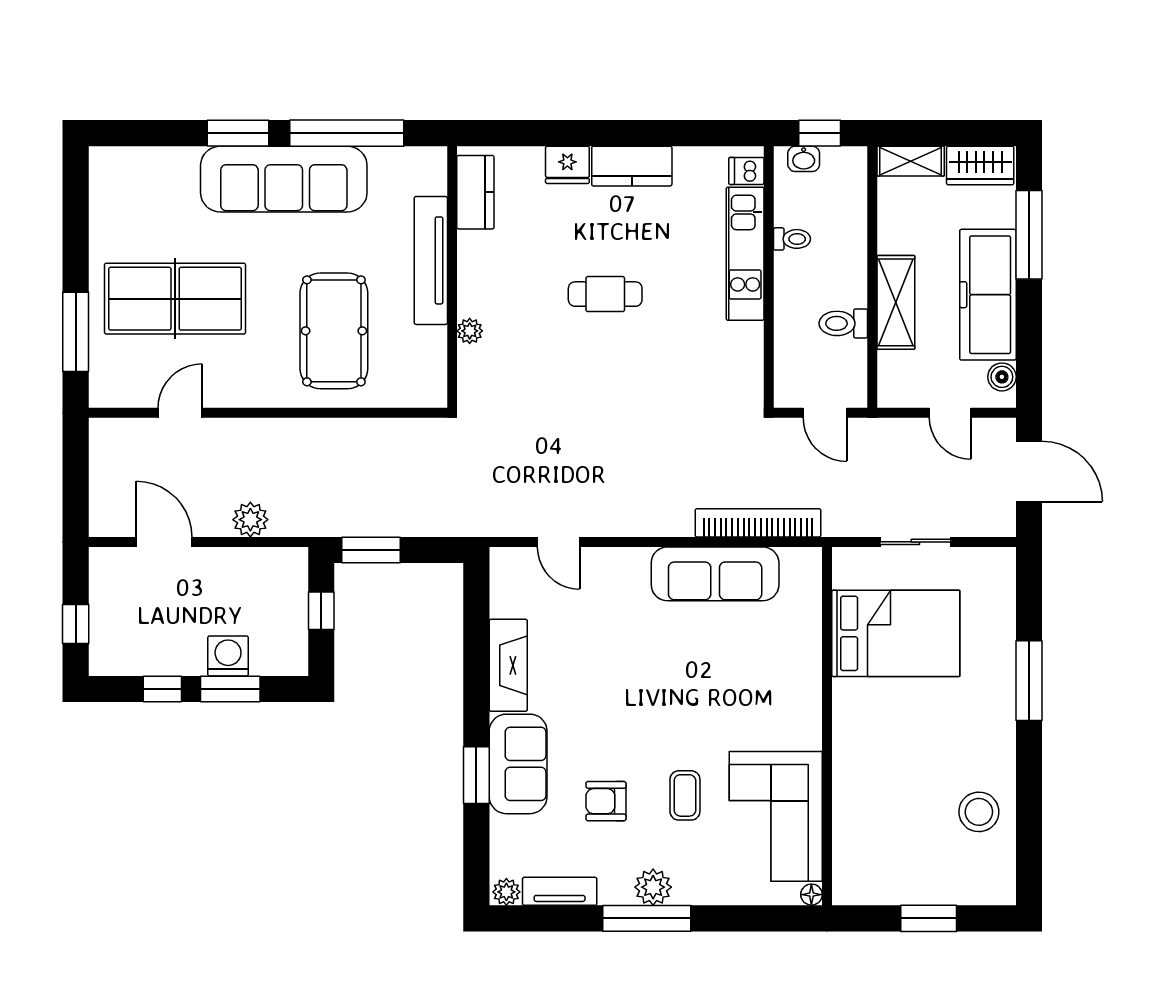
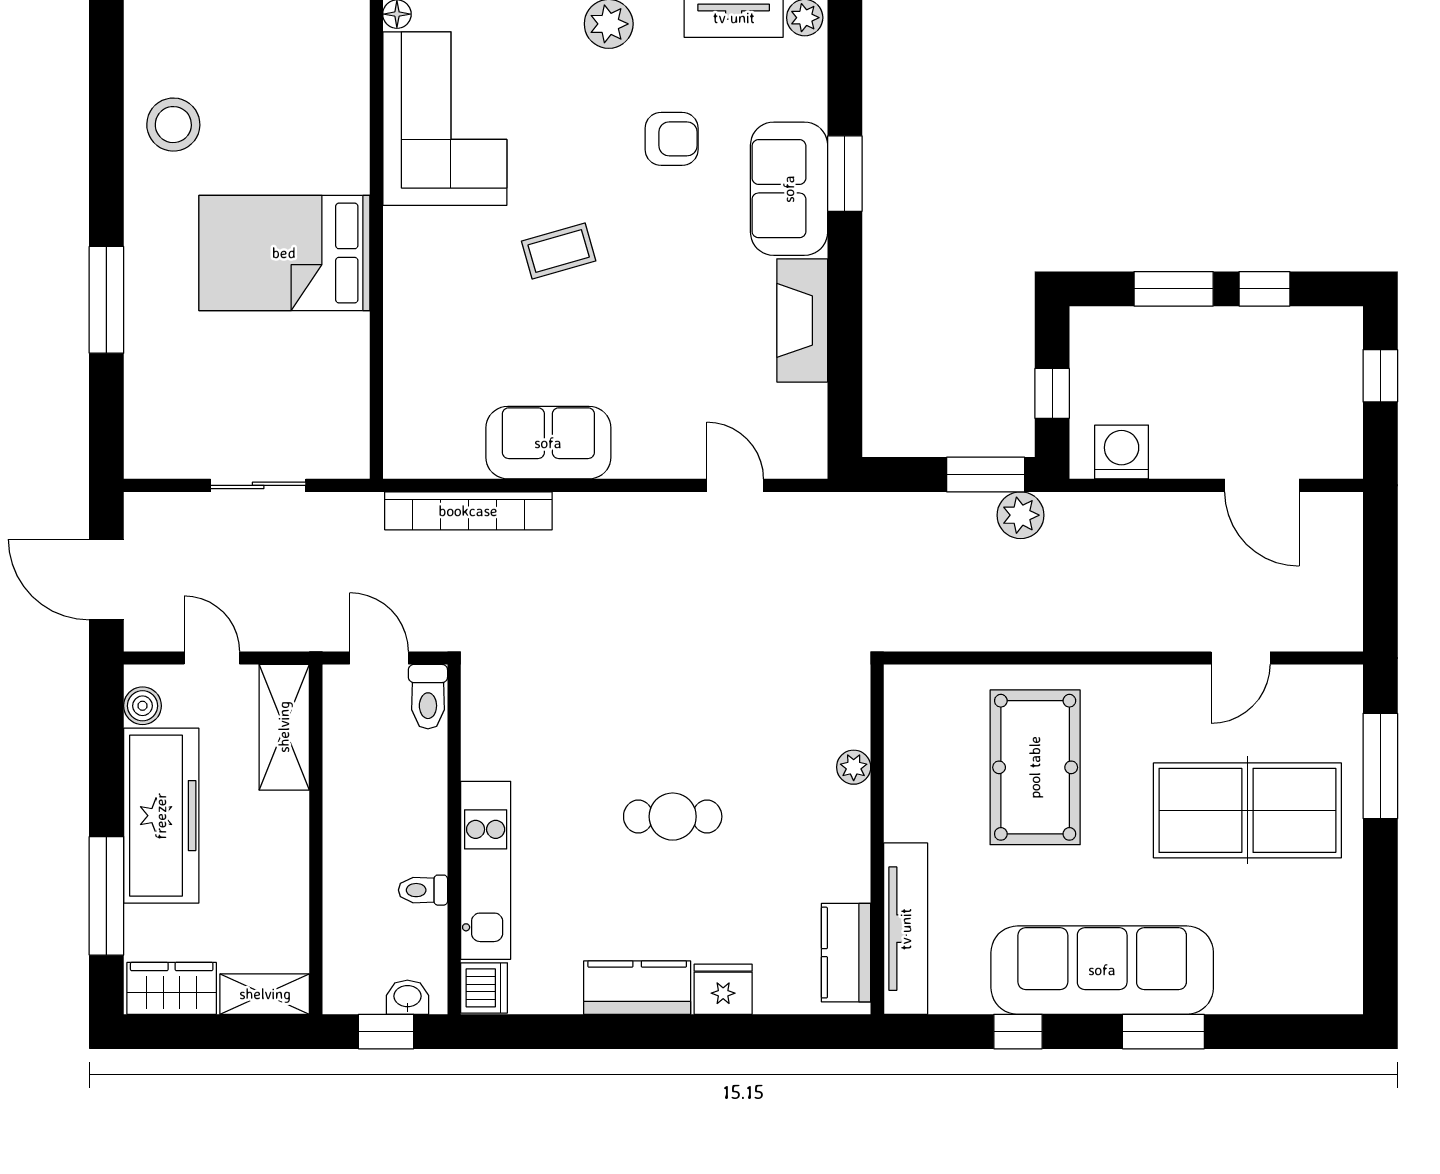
window: (347, 133) -> (1018, 1032), width x0.32
dishwasher: (746, 171) -> (484, 988), width x1.38
tv unit: (431, 260) -> (906, 929), moved
shelving: (896, 302) -> (284, 727), moved
toilet: (843, 323) -> (428, 697), moved, turned 90
plant: (250, 520) -> (1021, 515), moved
sofa: (715, 574) -> (548, 443), width x0.73
bed: (896, 633) -> (284, 253), moved
washing machine: (228, 656) -> (1122, 452), moved, turned 180
coffee table: (685, 795) -> (559, 251), moved, turned 74

